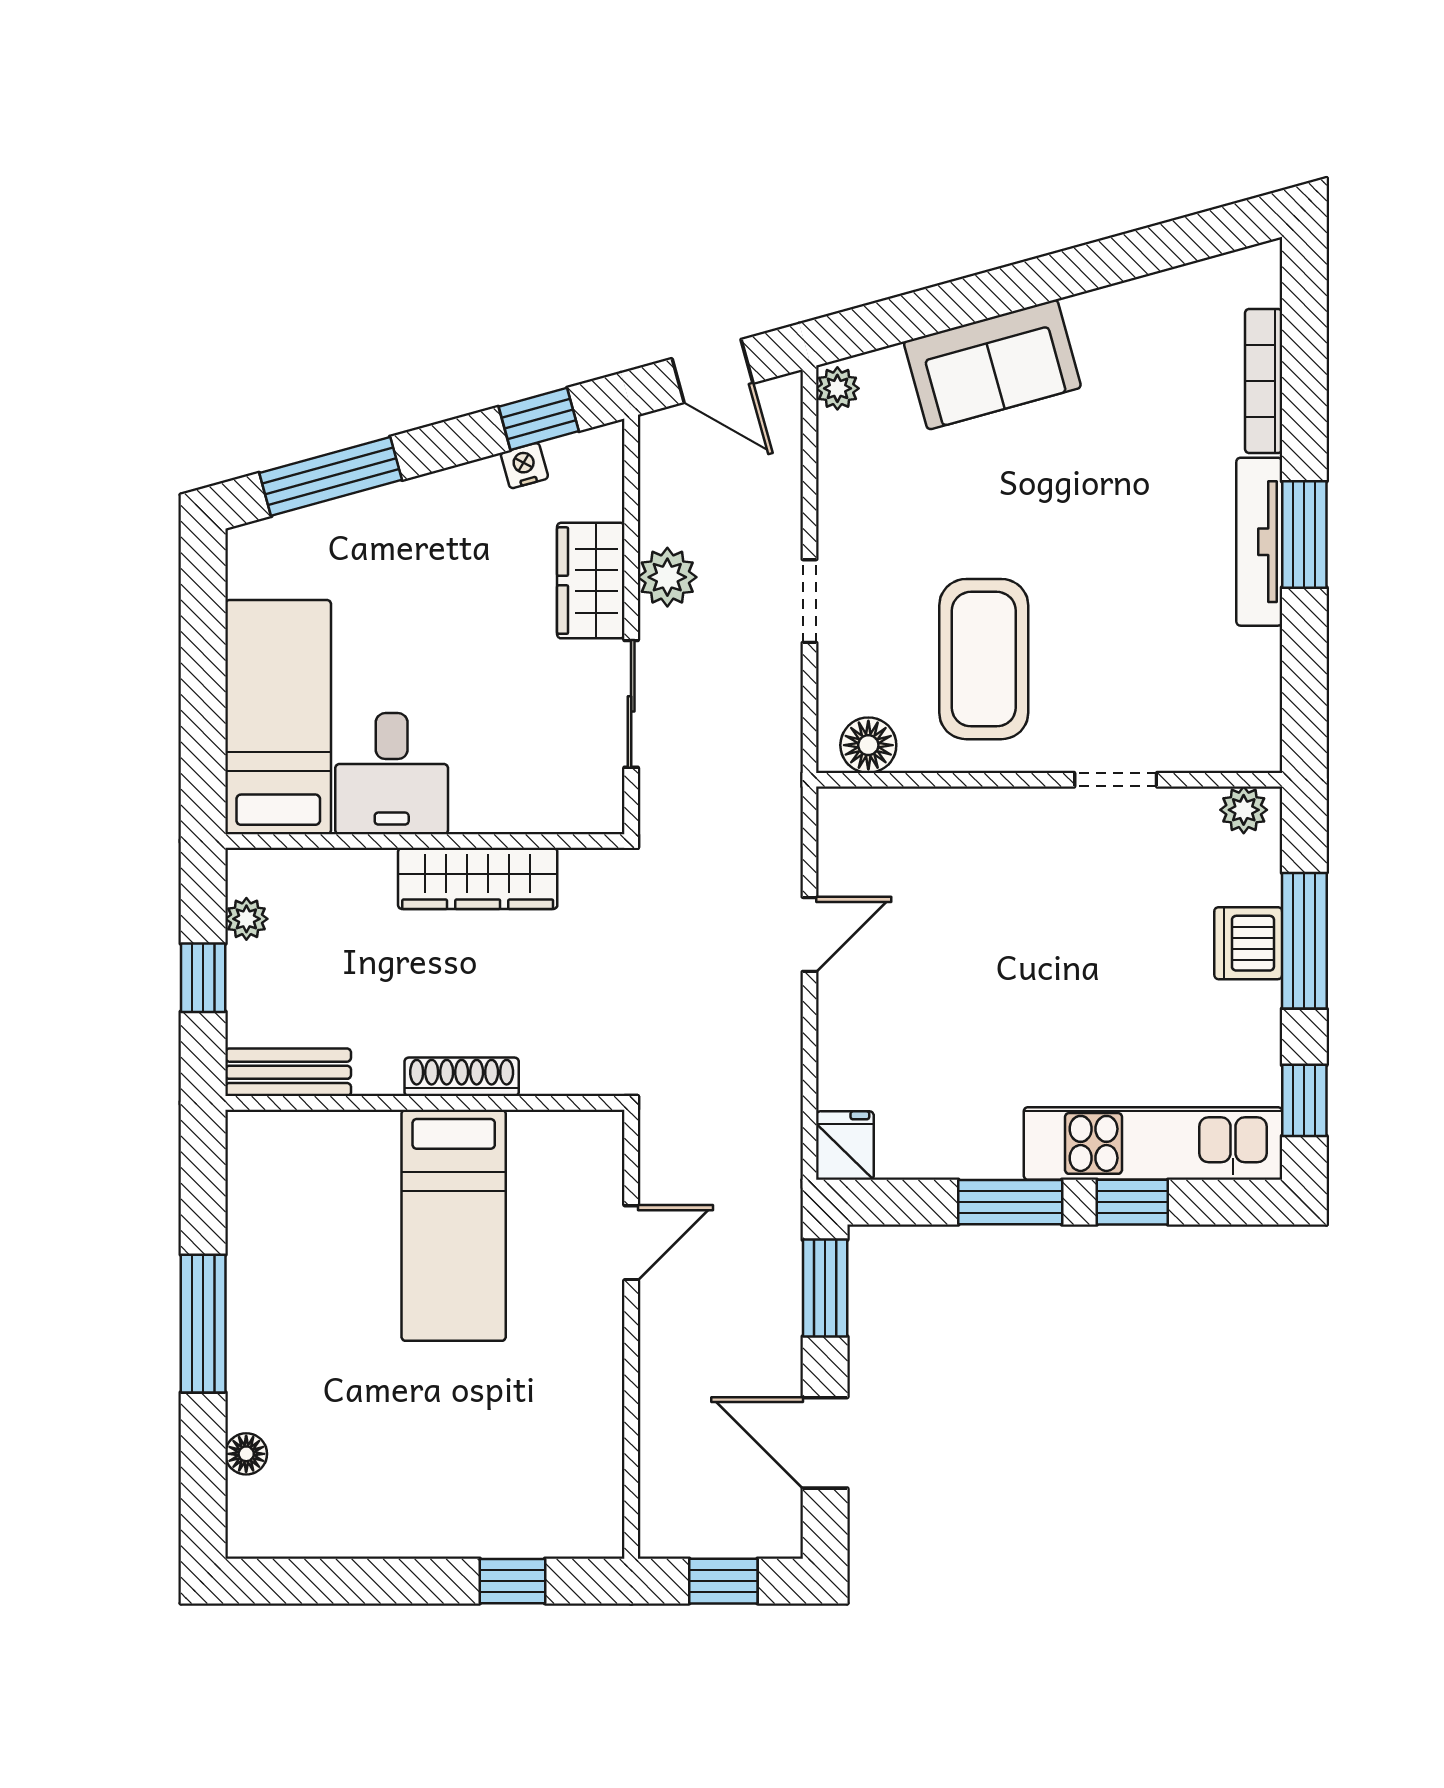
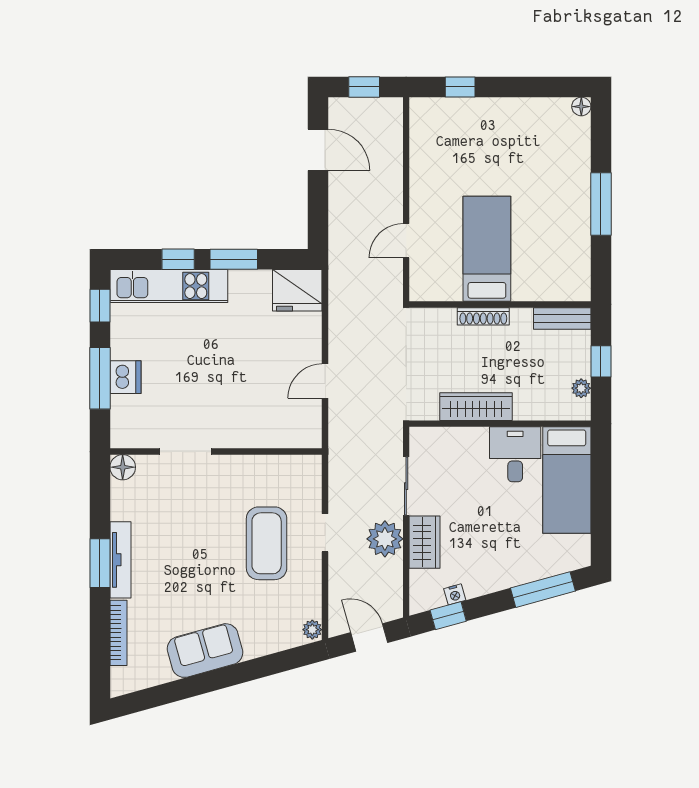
sofa: (992, 365) -> (205, 651), moved
plant: (667, 577) -> (385, 539), width x1.36, depth x1.36
coffee table: (984, 659) -> (267, 543), moved
floor lamp: (868, 745) -> (123, 467), moved
doorway: (1116, 780) -> (186, 452), width x1.38
plant: (1244, 810) -> (127, 438), removed
fridge: (845, 1146) -> (297, 290), width x1.88, depth x1.34
window: (825, 1288) -> (318, 220), removed
floor lamp: (246, 1454) -> (581, 107), moved

